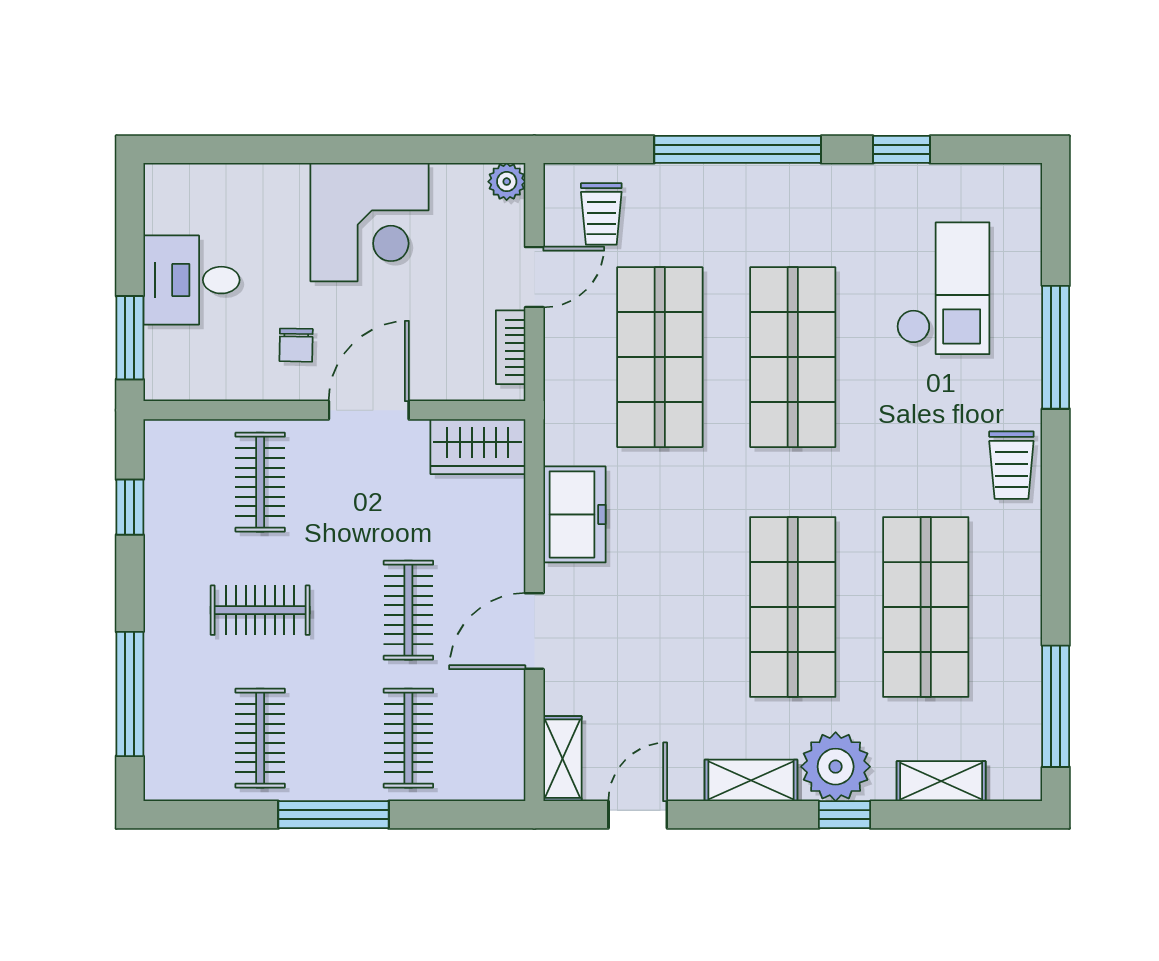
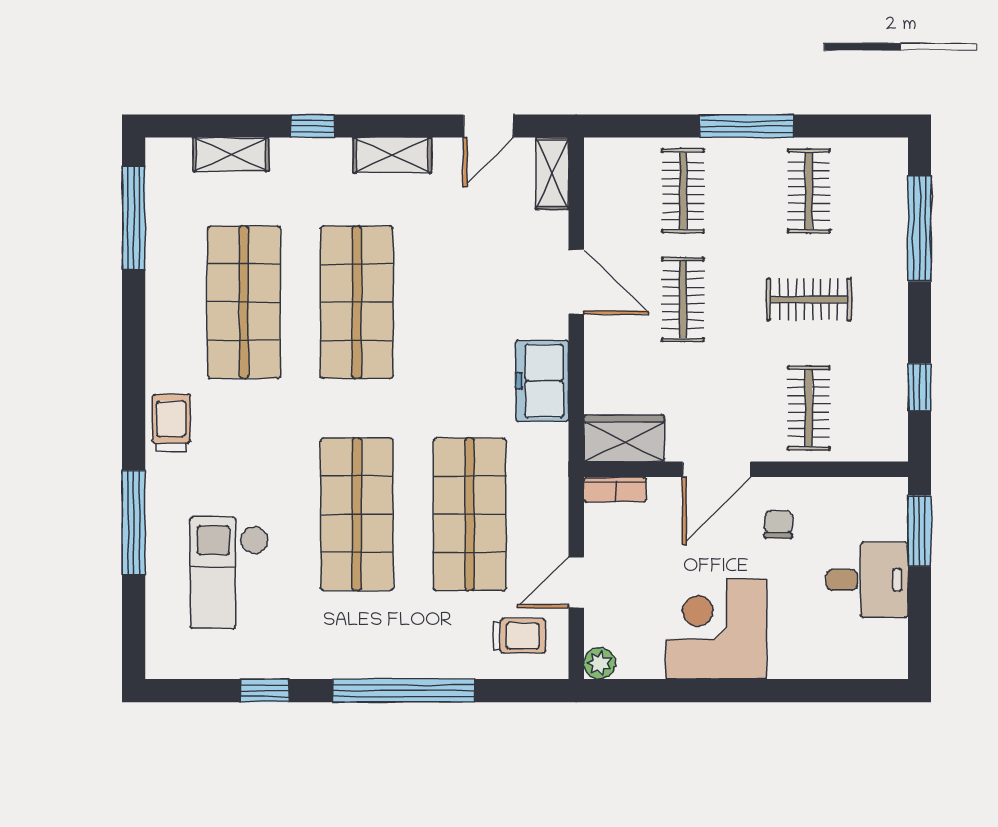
trolley: (601, 214) -> (519, 636), turned 90
bookcase: (511, 347) -> (615, 489), moved, turned 90
door: (534, 631) -> (576, 282), hinge flipped
plant: (836, 767) -> (321, 167), removed

